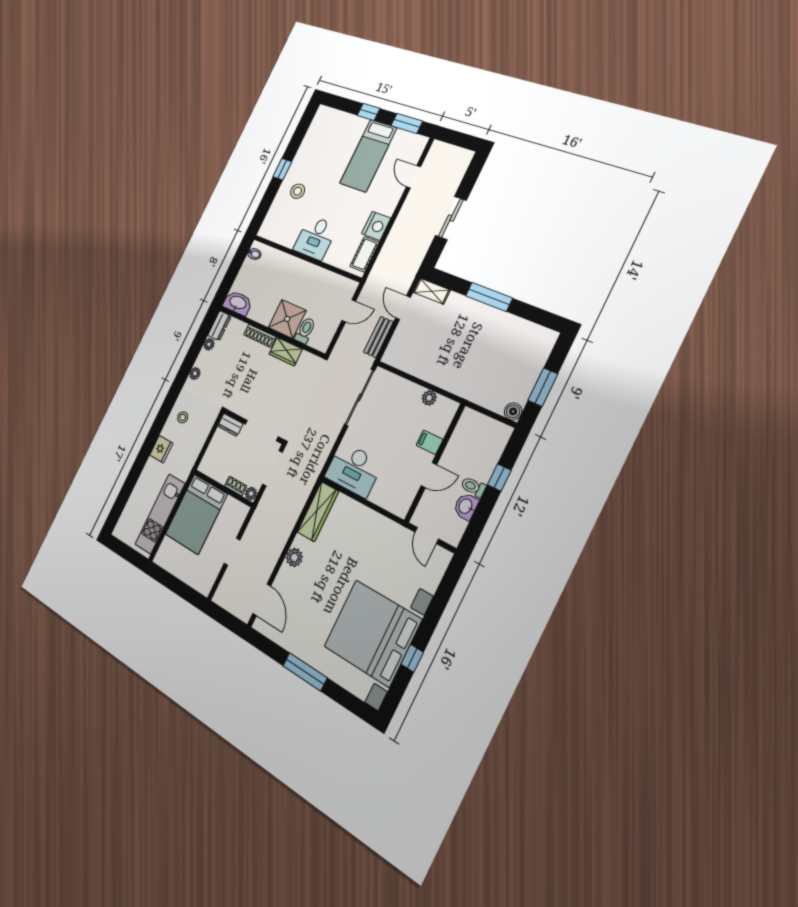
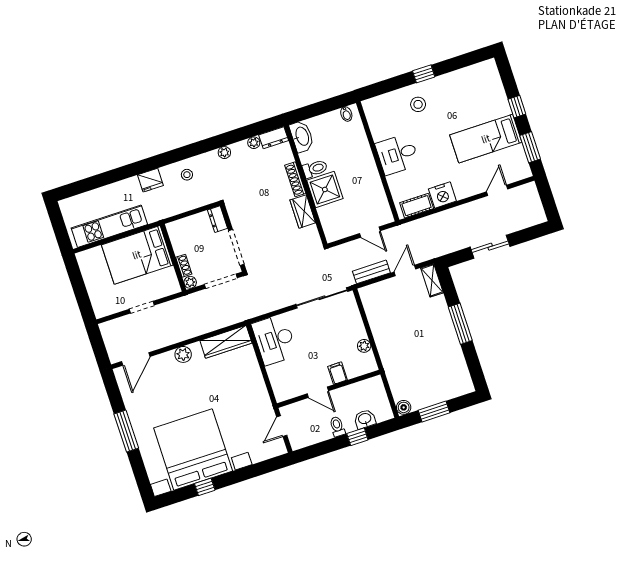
toilet: (305, 331) -> (315, 169), moved
washbasin: (466, 506) -> (365, 419), moved

